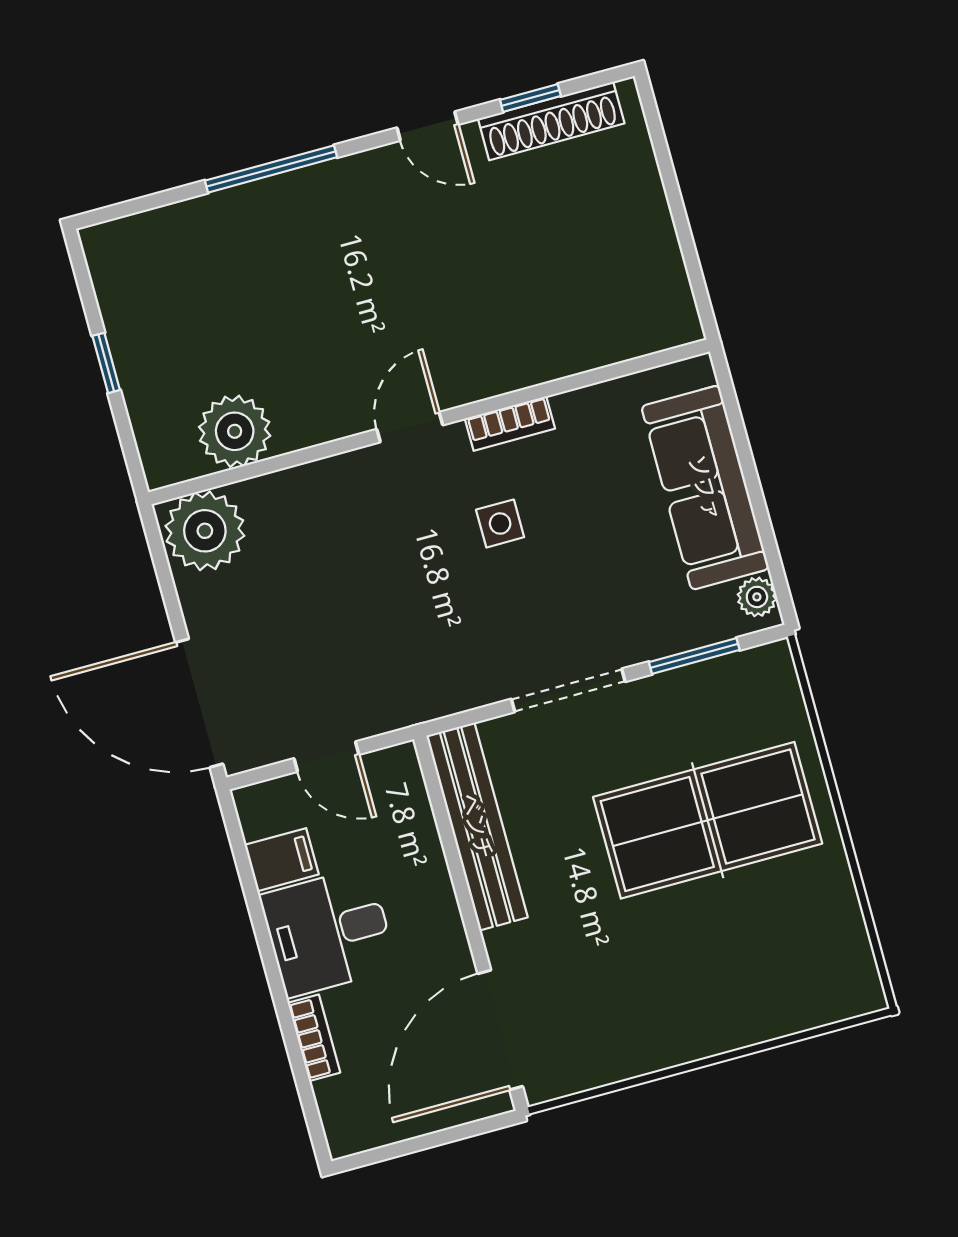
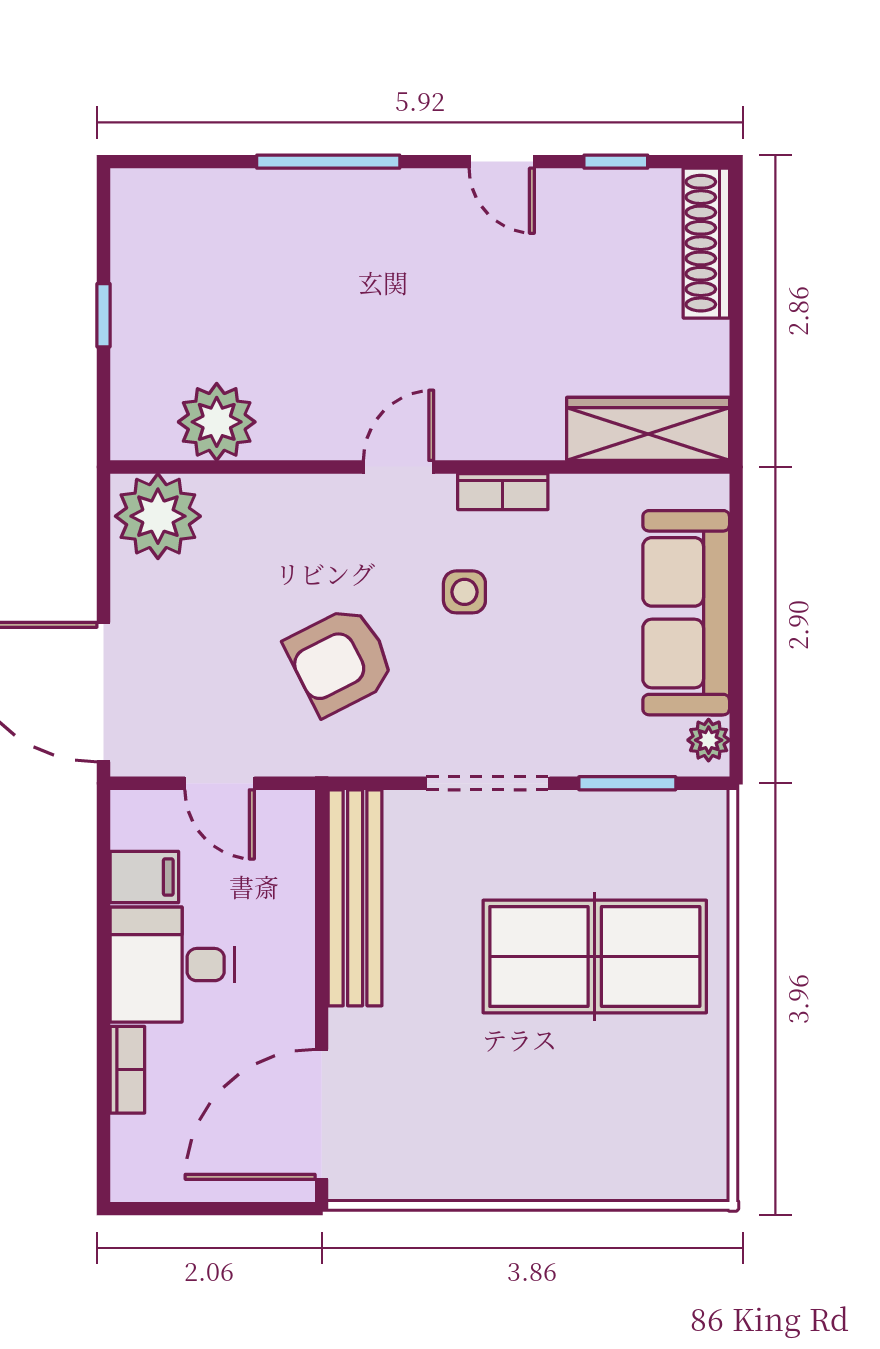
shoe rack: (551, 121) -> (706, 243), moved, turned 90
wardrobe: (626, 331) -> (648, 429), added
armchair: (405, 616) -> (340, 661), added

